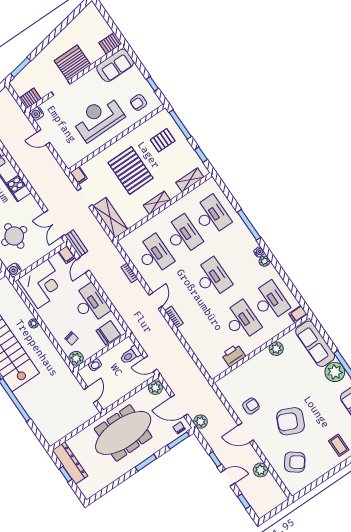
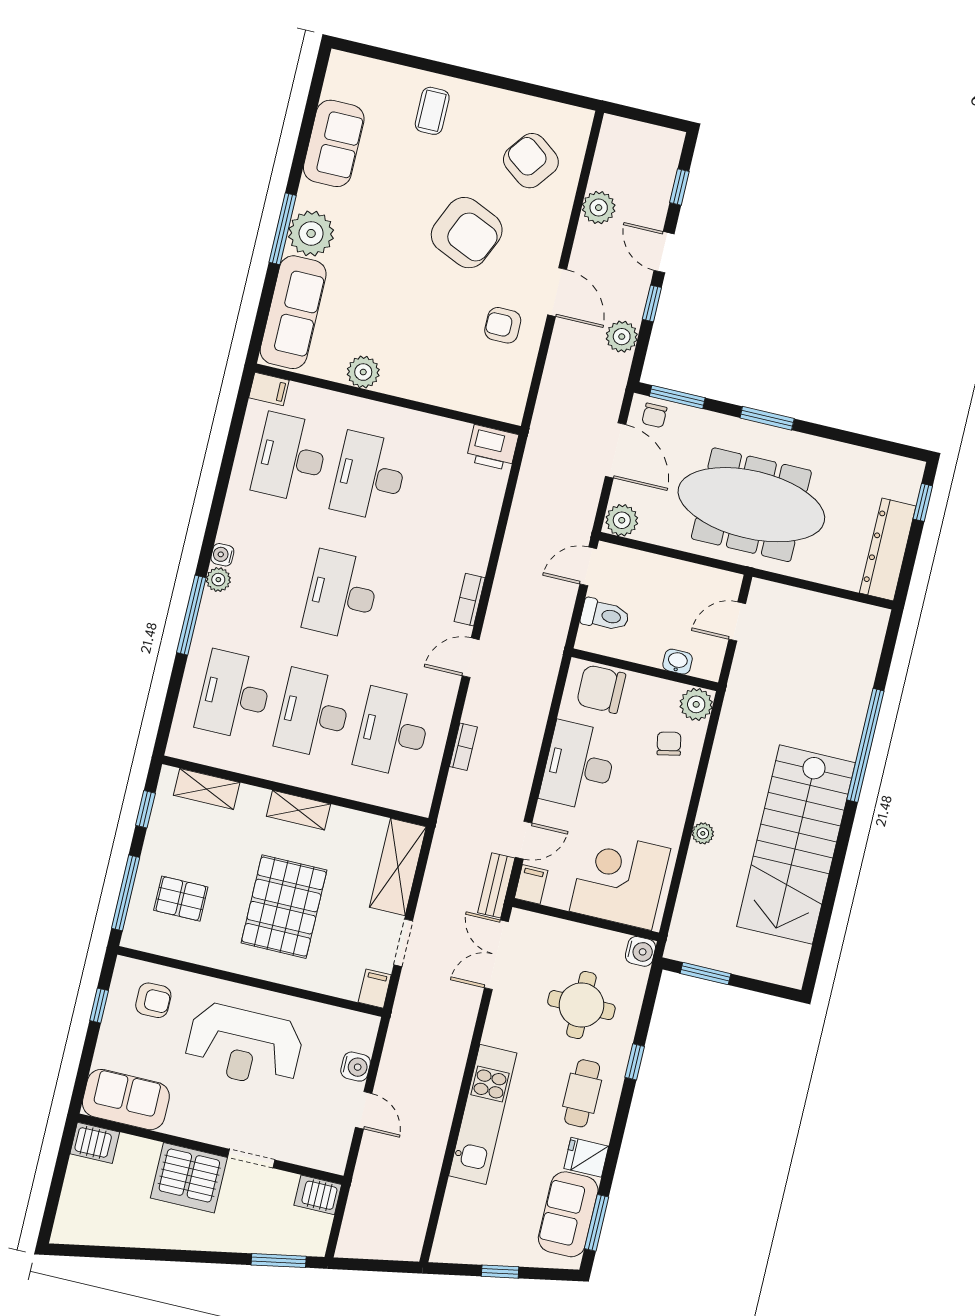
water cooler: (37, 114) -> (356, 1067), moved
double door: (54, 224) -> (496, 955), swing flipped
plant: (264, 261) -> (218, 580), moved
printer: (233, 355) -> (492, 448), moved
door: (150, 364) -> (588, 566), swing flipped
plant: (200, 422) -> (622, 337), moved
window: (66, 474) -> (923, 502), moved

